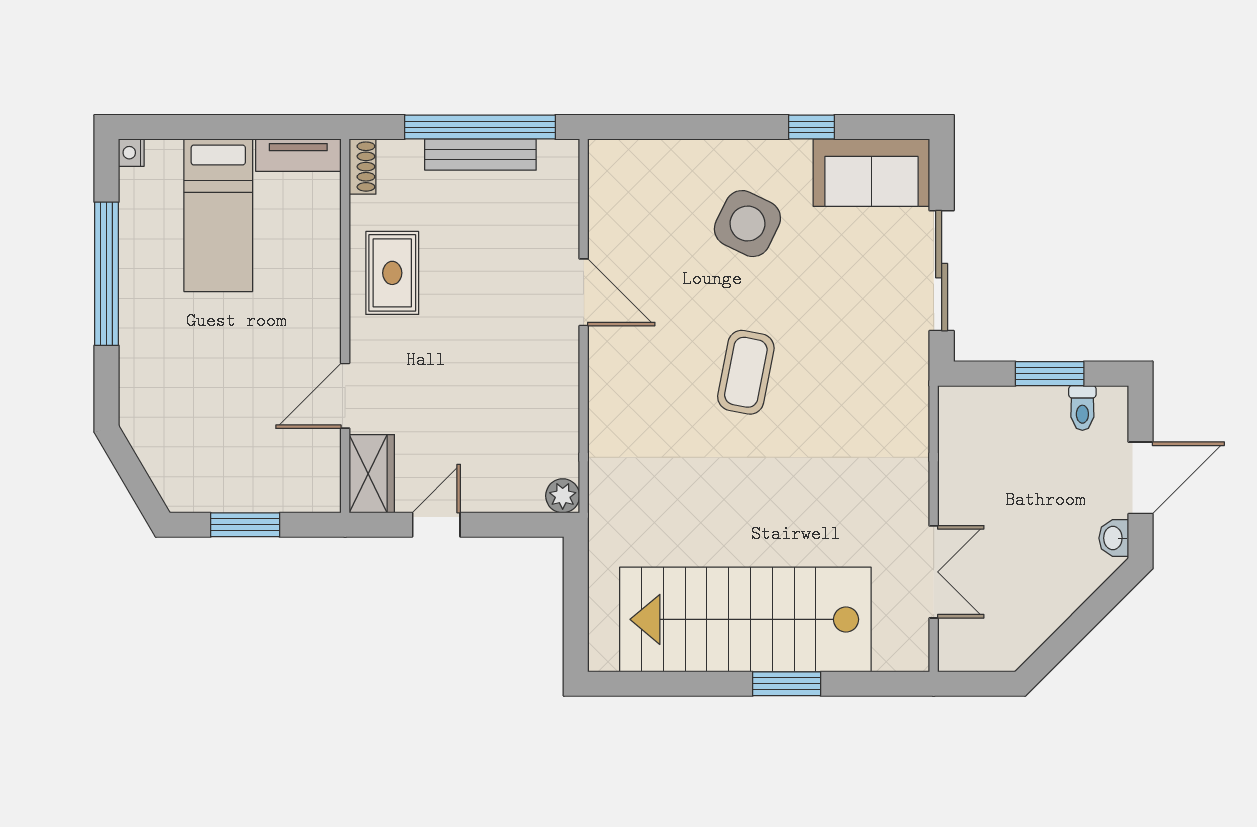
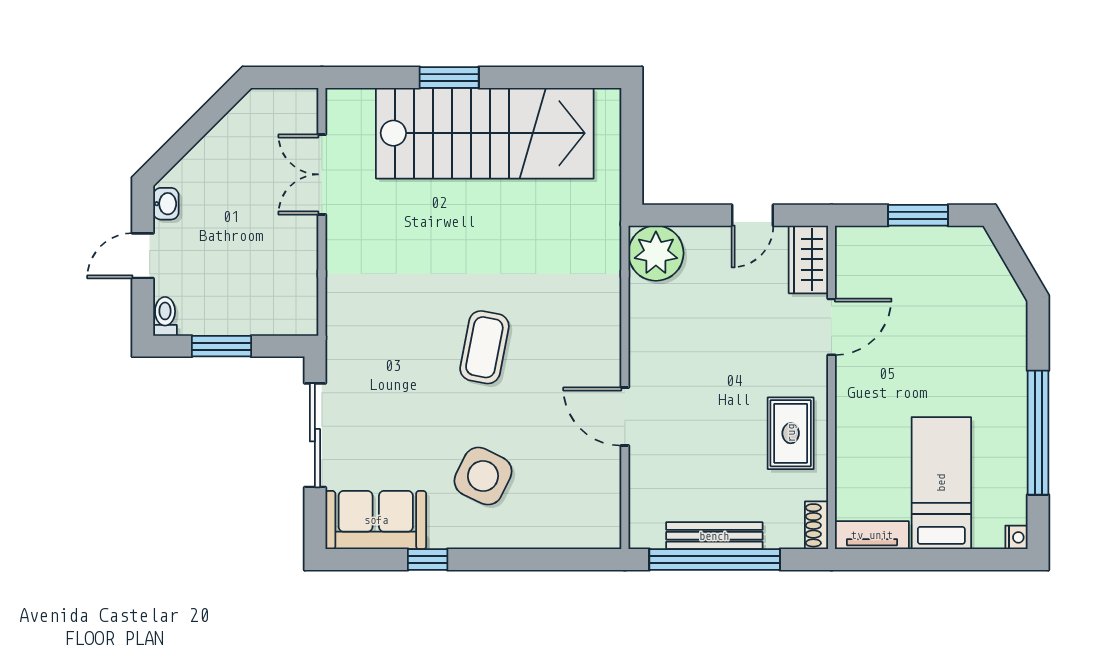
toilet: (1082, 408) -> (165, 316), moved
door: (1140, 478) -> (143, 256), width x0.73
plant: (563, 496) -> (656, 253), width x1.87, depth x1.87

